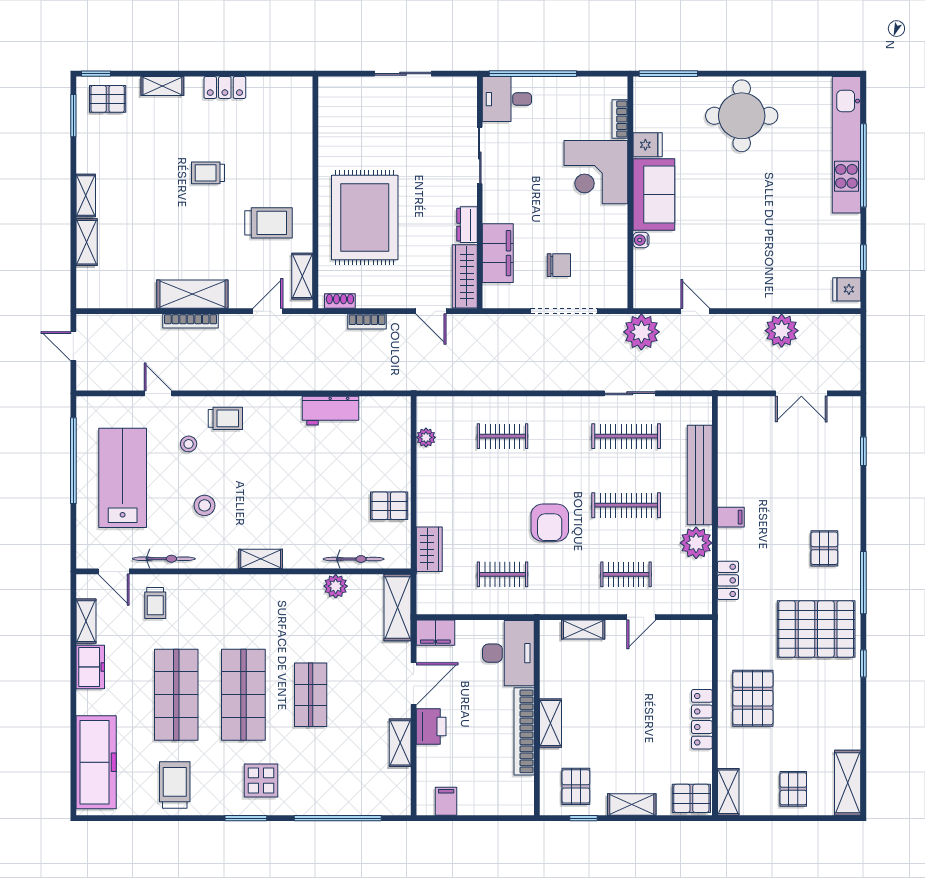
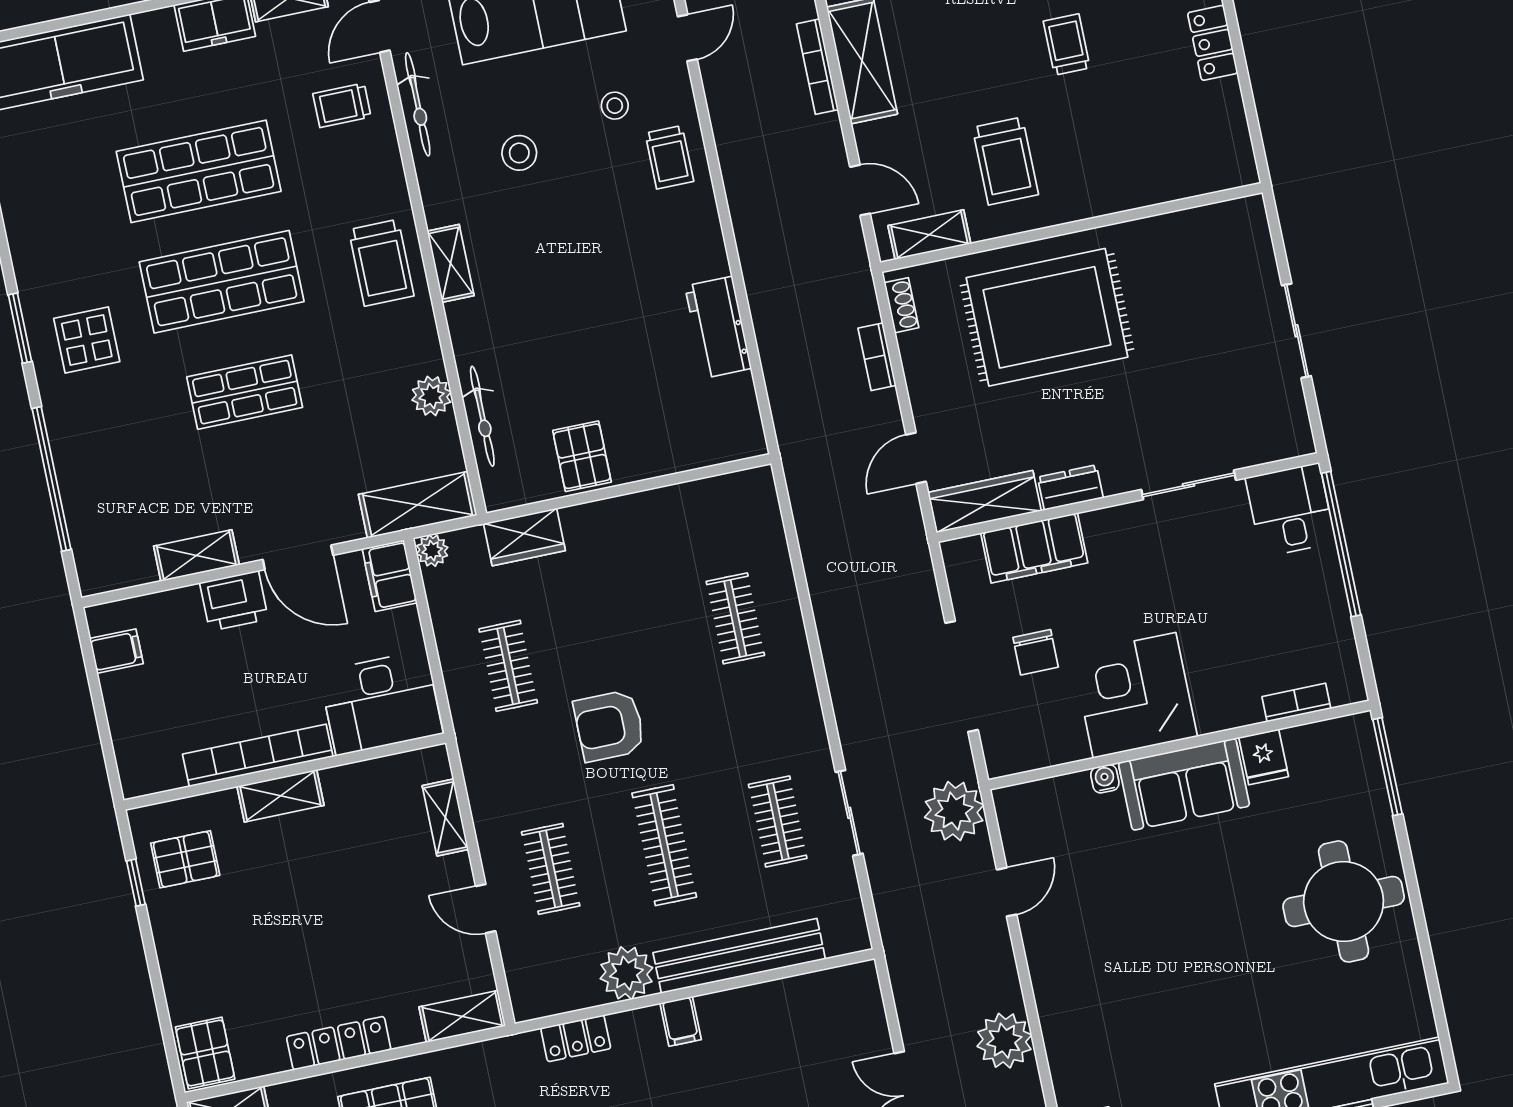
corner desk: (596, 172) -> (1135, 695), moved
clothes rail: (626, 436) -> (778, 821), width x0.73
plant: (426, 437) -> (432, 551), moved
trolley: (175, 785) -> (381, 263), moved, turned 90
shelving: (632, 804) -> (462, 1016), moved, turned 90

